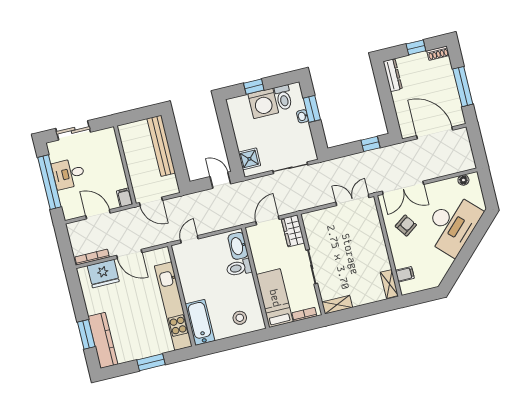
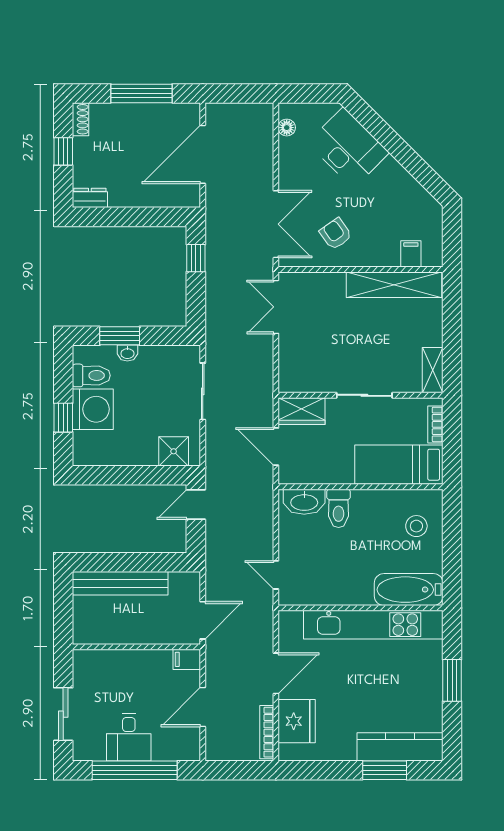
dresser: (393, 75) -> (90, 198), width x0.70
desk: (452, 224) -> (348, 148), width x0.73, depth x0.77
shelving: (389, 284) -> (394, 285), width x2.20, depth x1.33

